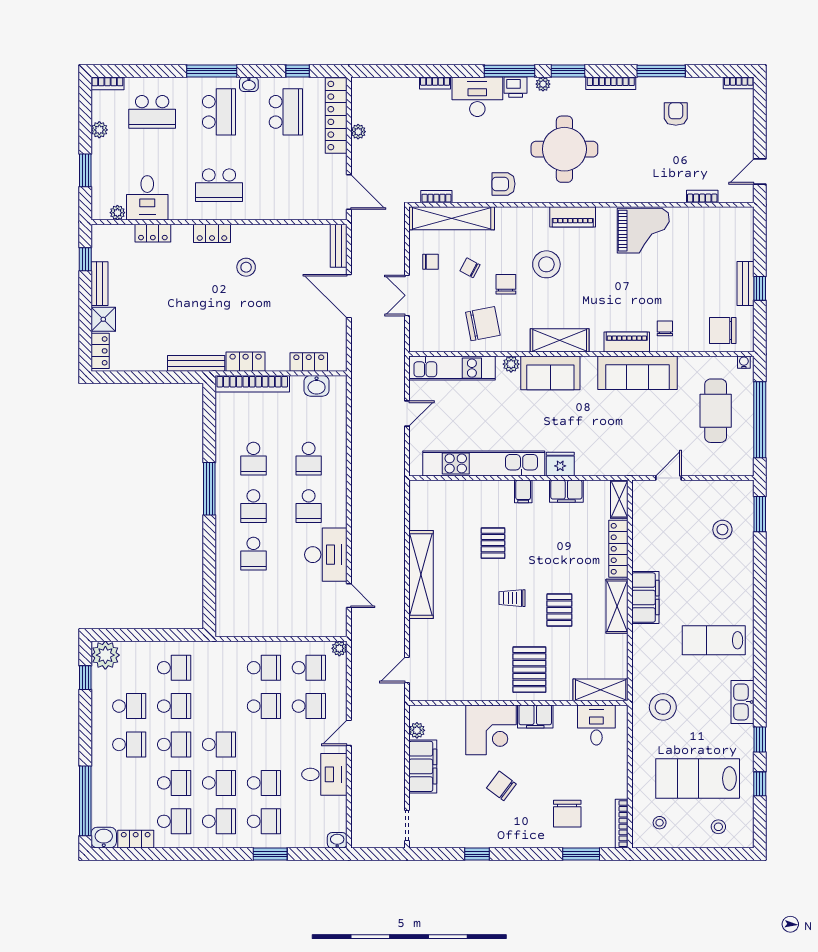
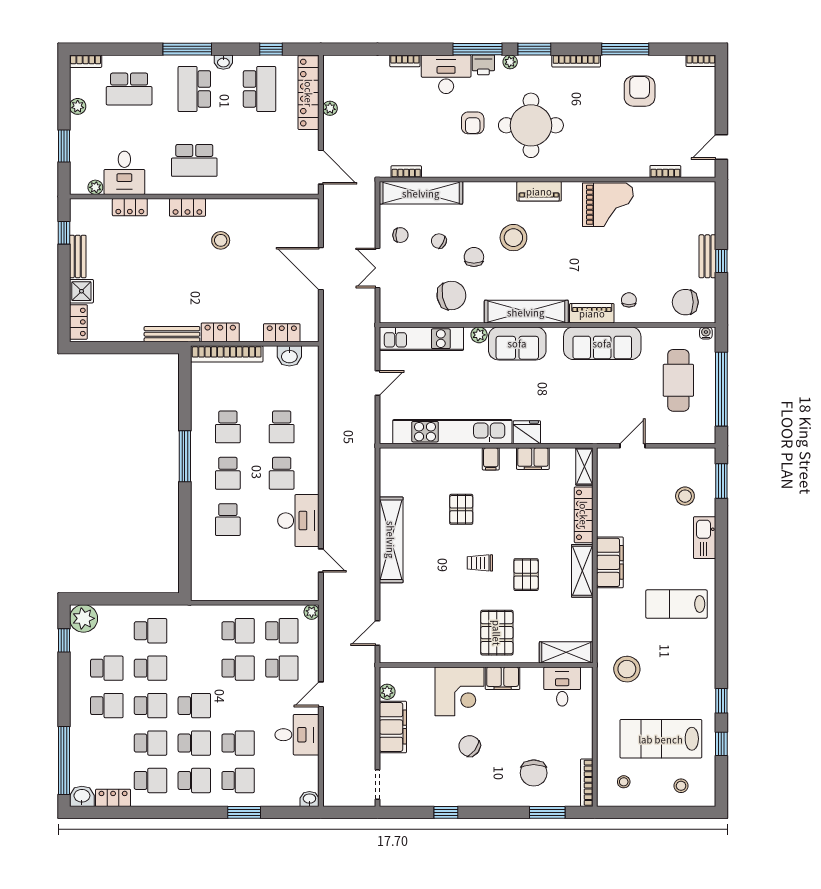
school desk: (219, 112) -> (194, 89), turned 180
armchair: (676, 114) -> (640, 91), width x1.38, depth x1.38
armchair: (503, 184) -> (473, 123), moved, turned -90
bench: (339, 246) -> (311, 219), removed
shelving: (560, 340) -> (526, 312), width x1.47
kitchen sink: (743, 702) -> (705, 538), moved

